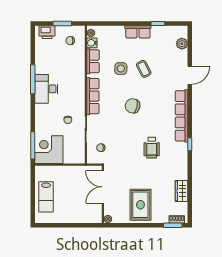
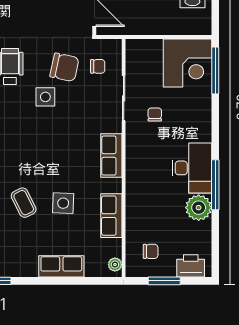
row of seats: (138, 32) -> (61, 266), moved
water cooler: (92, 43) -> (113, 248), removed
plant: (42, 66) -> (199, 208), added
row of seats: (93, 96) -> (111, 156), width x0.68
chair: (133, 106) -> (64, 67), moved
side table: (131, 130) -> (45, 97), added

